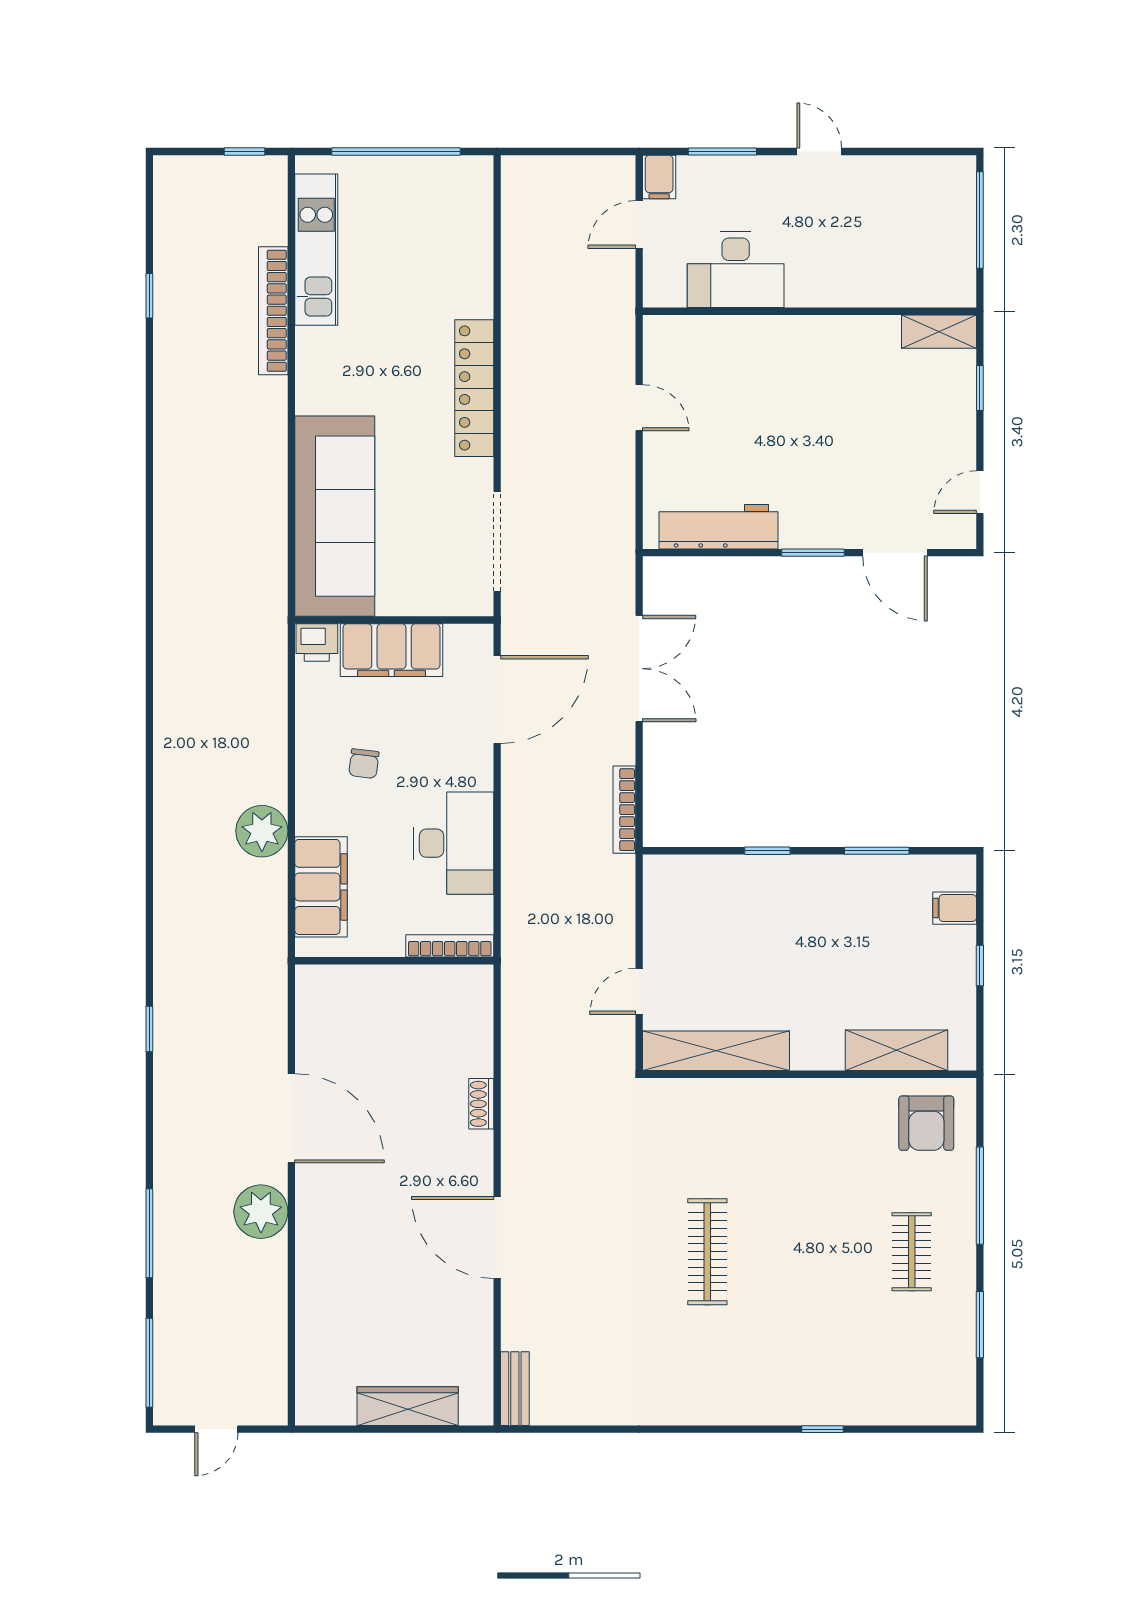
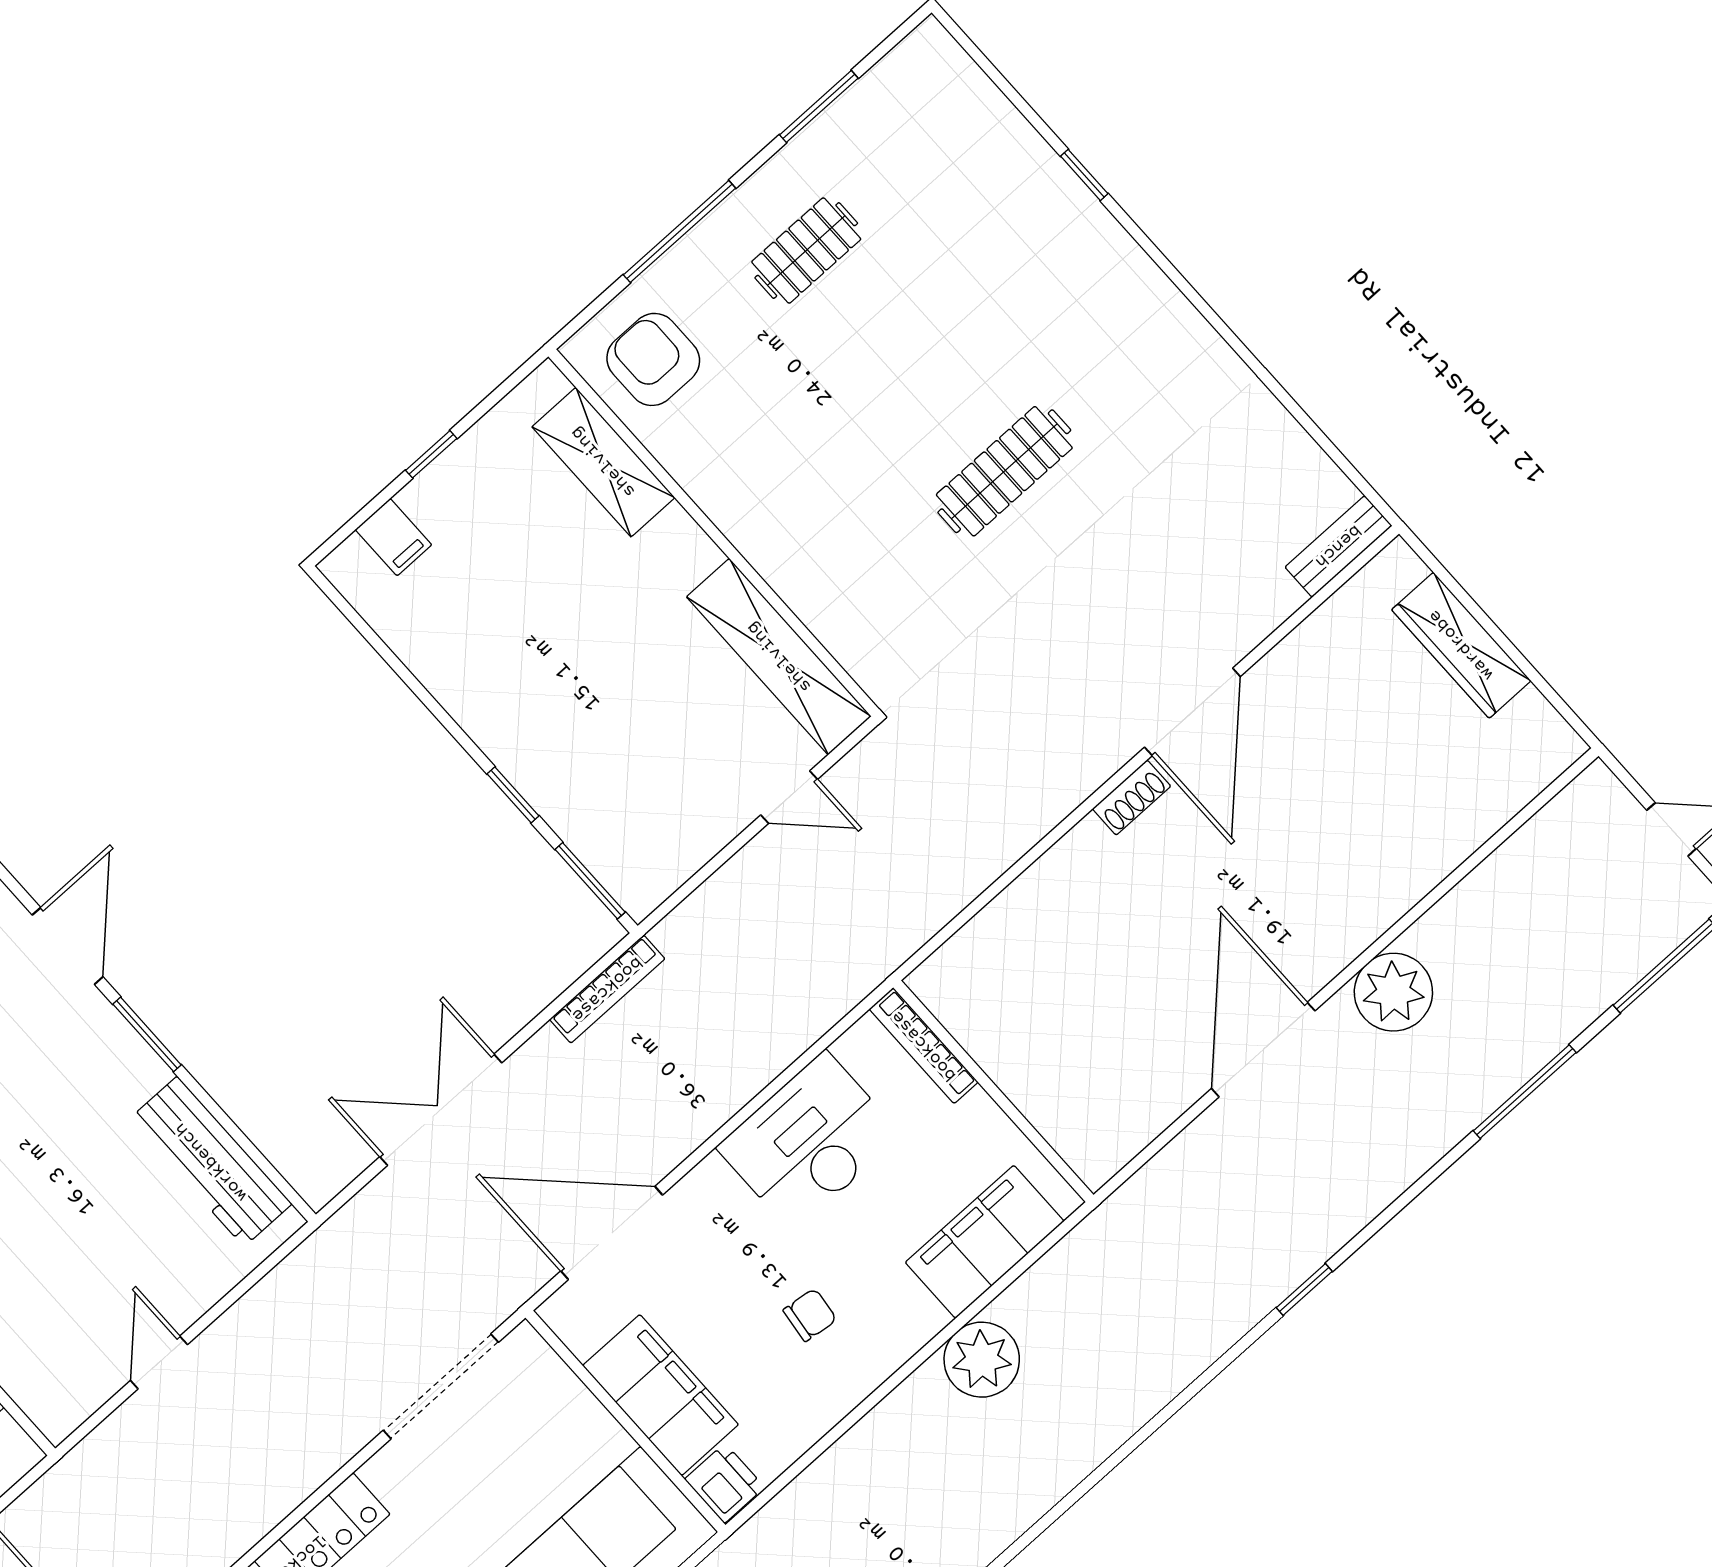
window: (877, 851) -> (590, 881), moved
shoe rack: (481, 1104) -> (1132, 798), moved
armchair: (926, 1123) -> (653, 359), turned -90

